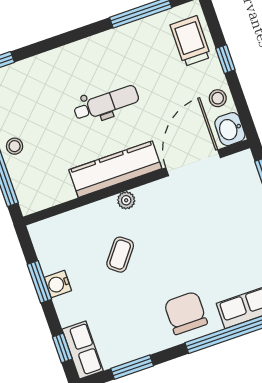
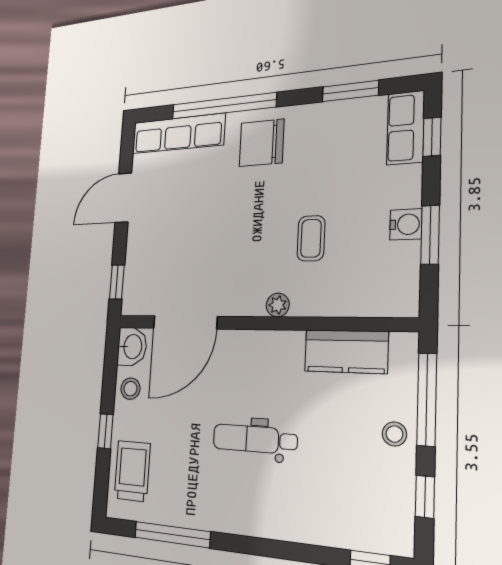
trolley: (190, 41) -> (132, 471), turned 180
kitchen counter: (115, 169) -> (346, 351), moved, width x0.67
coffee table: (120, 255) -> (311, 238), turned -38
chair: (186, 313) -> (262, 143), turned 90

